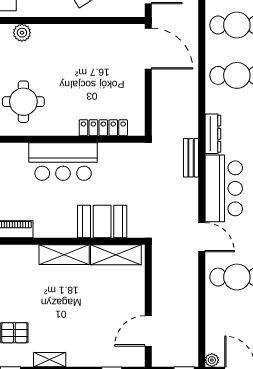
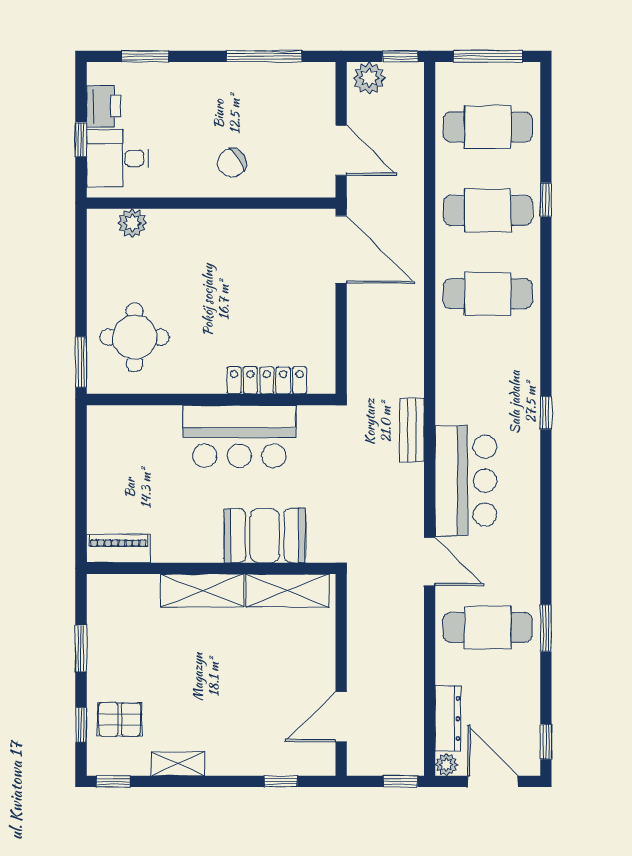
dresser: (213, 134) -> (448, 719), moved
bar counter: (63, 162) -> (239, 436), moved

